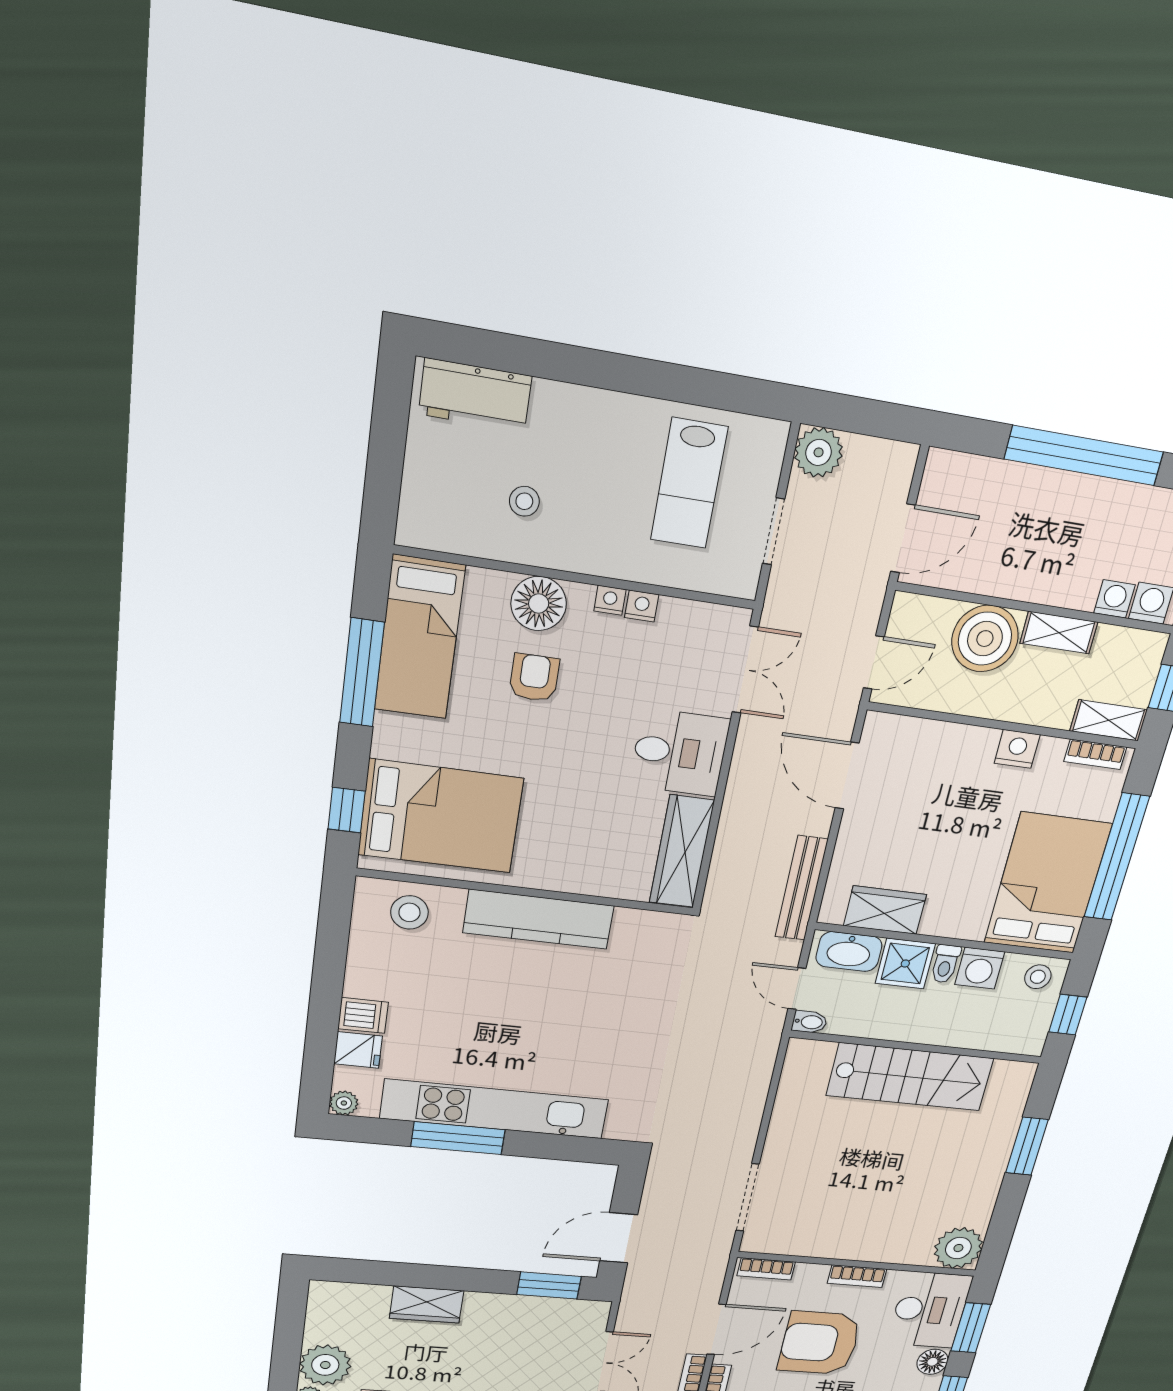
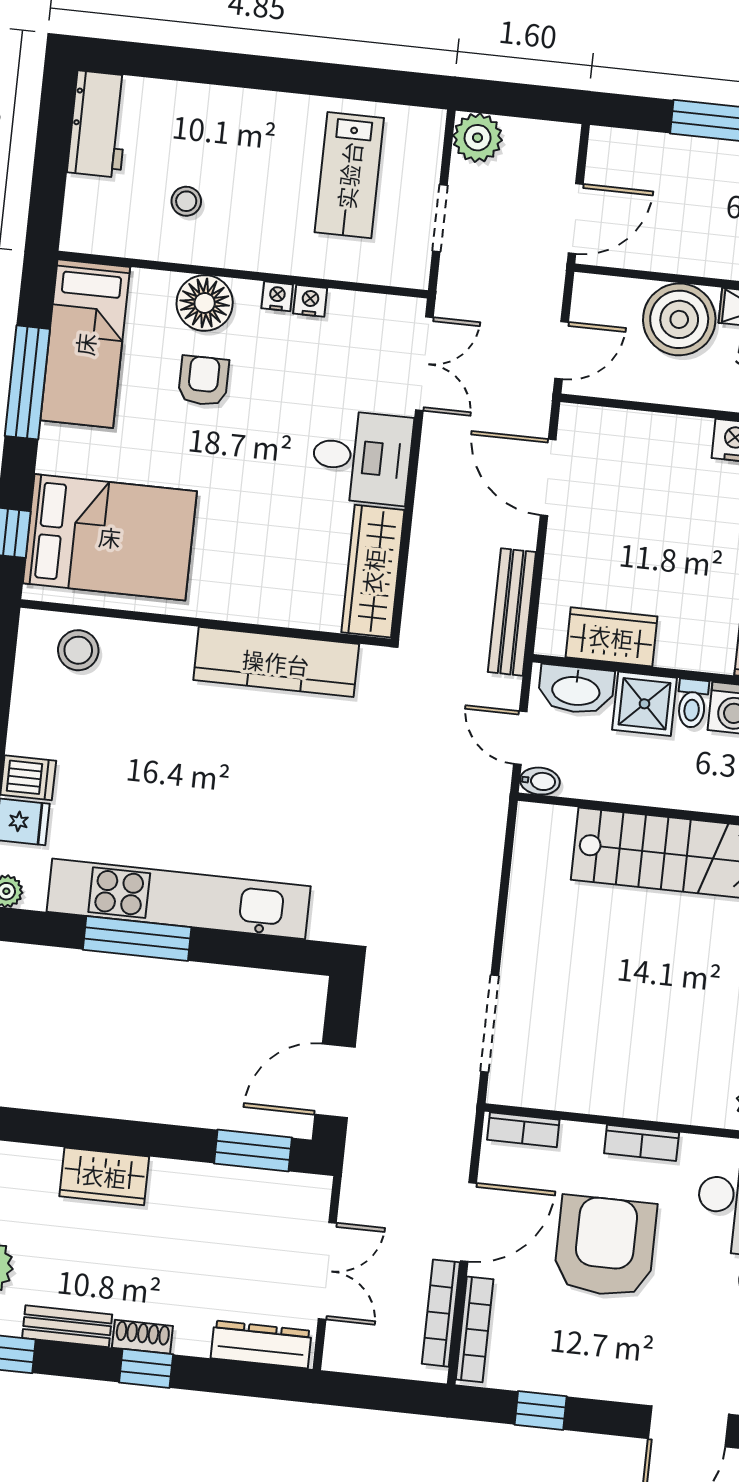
workbench: (475, 395) -> (99, 124), moved, turned -90
kitchen counter: (539, 919) -> (276, 662), moved
armchair: (820, 1343) -> (605, 1246), turned 90

